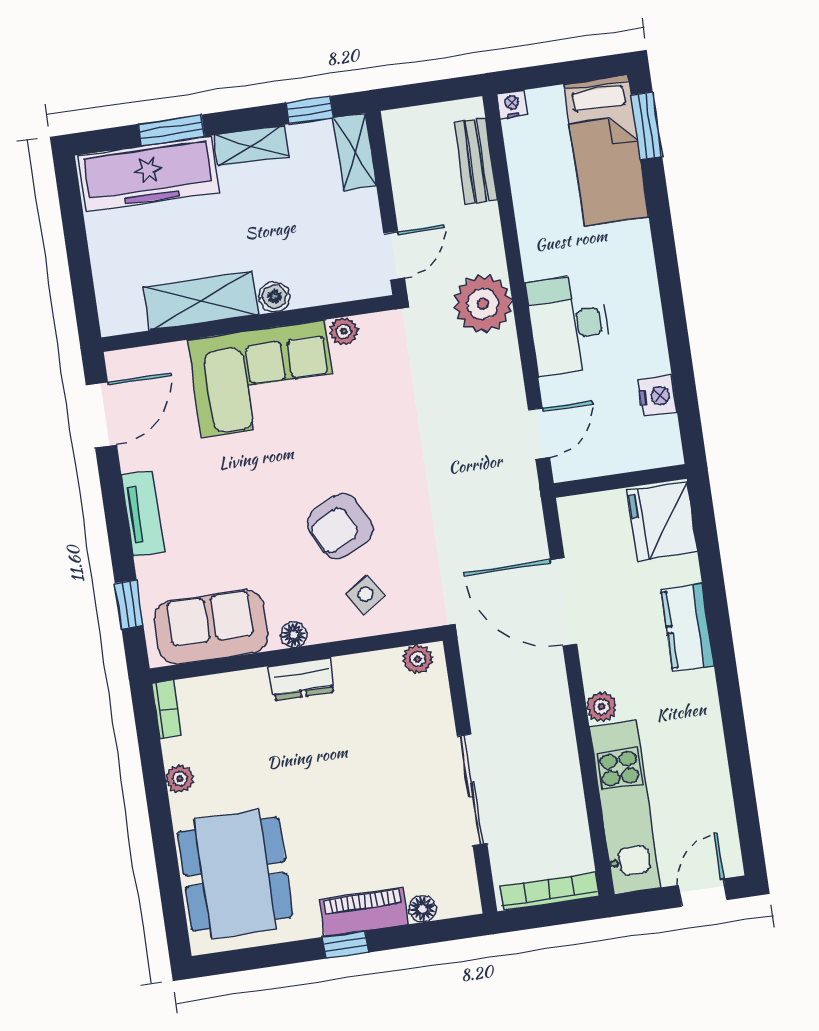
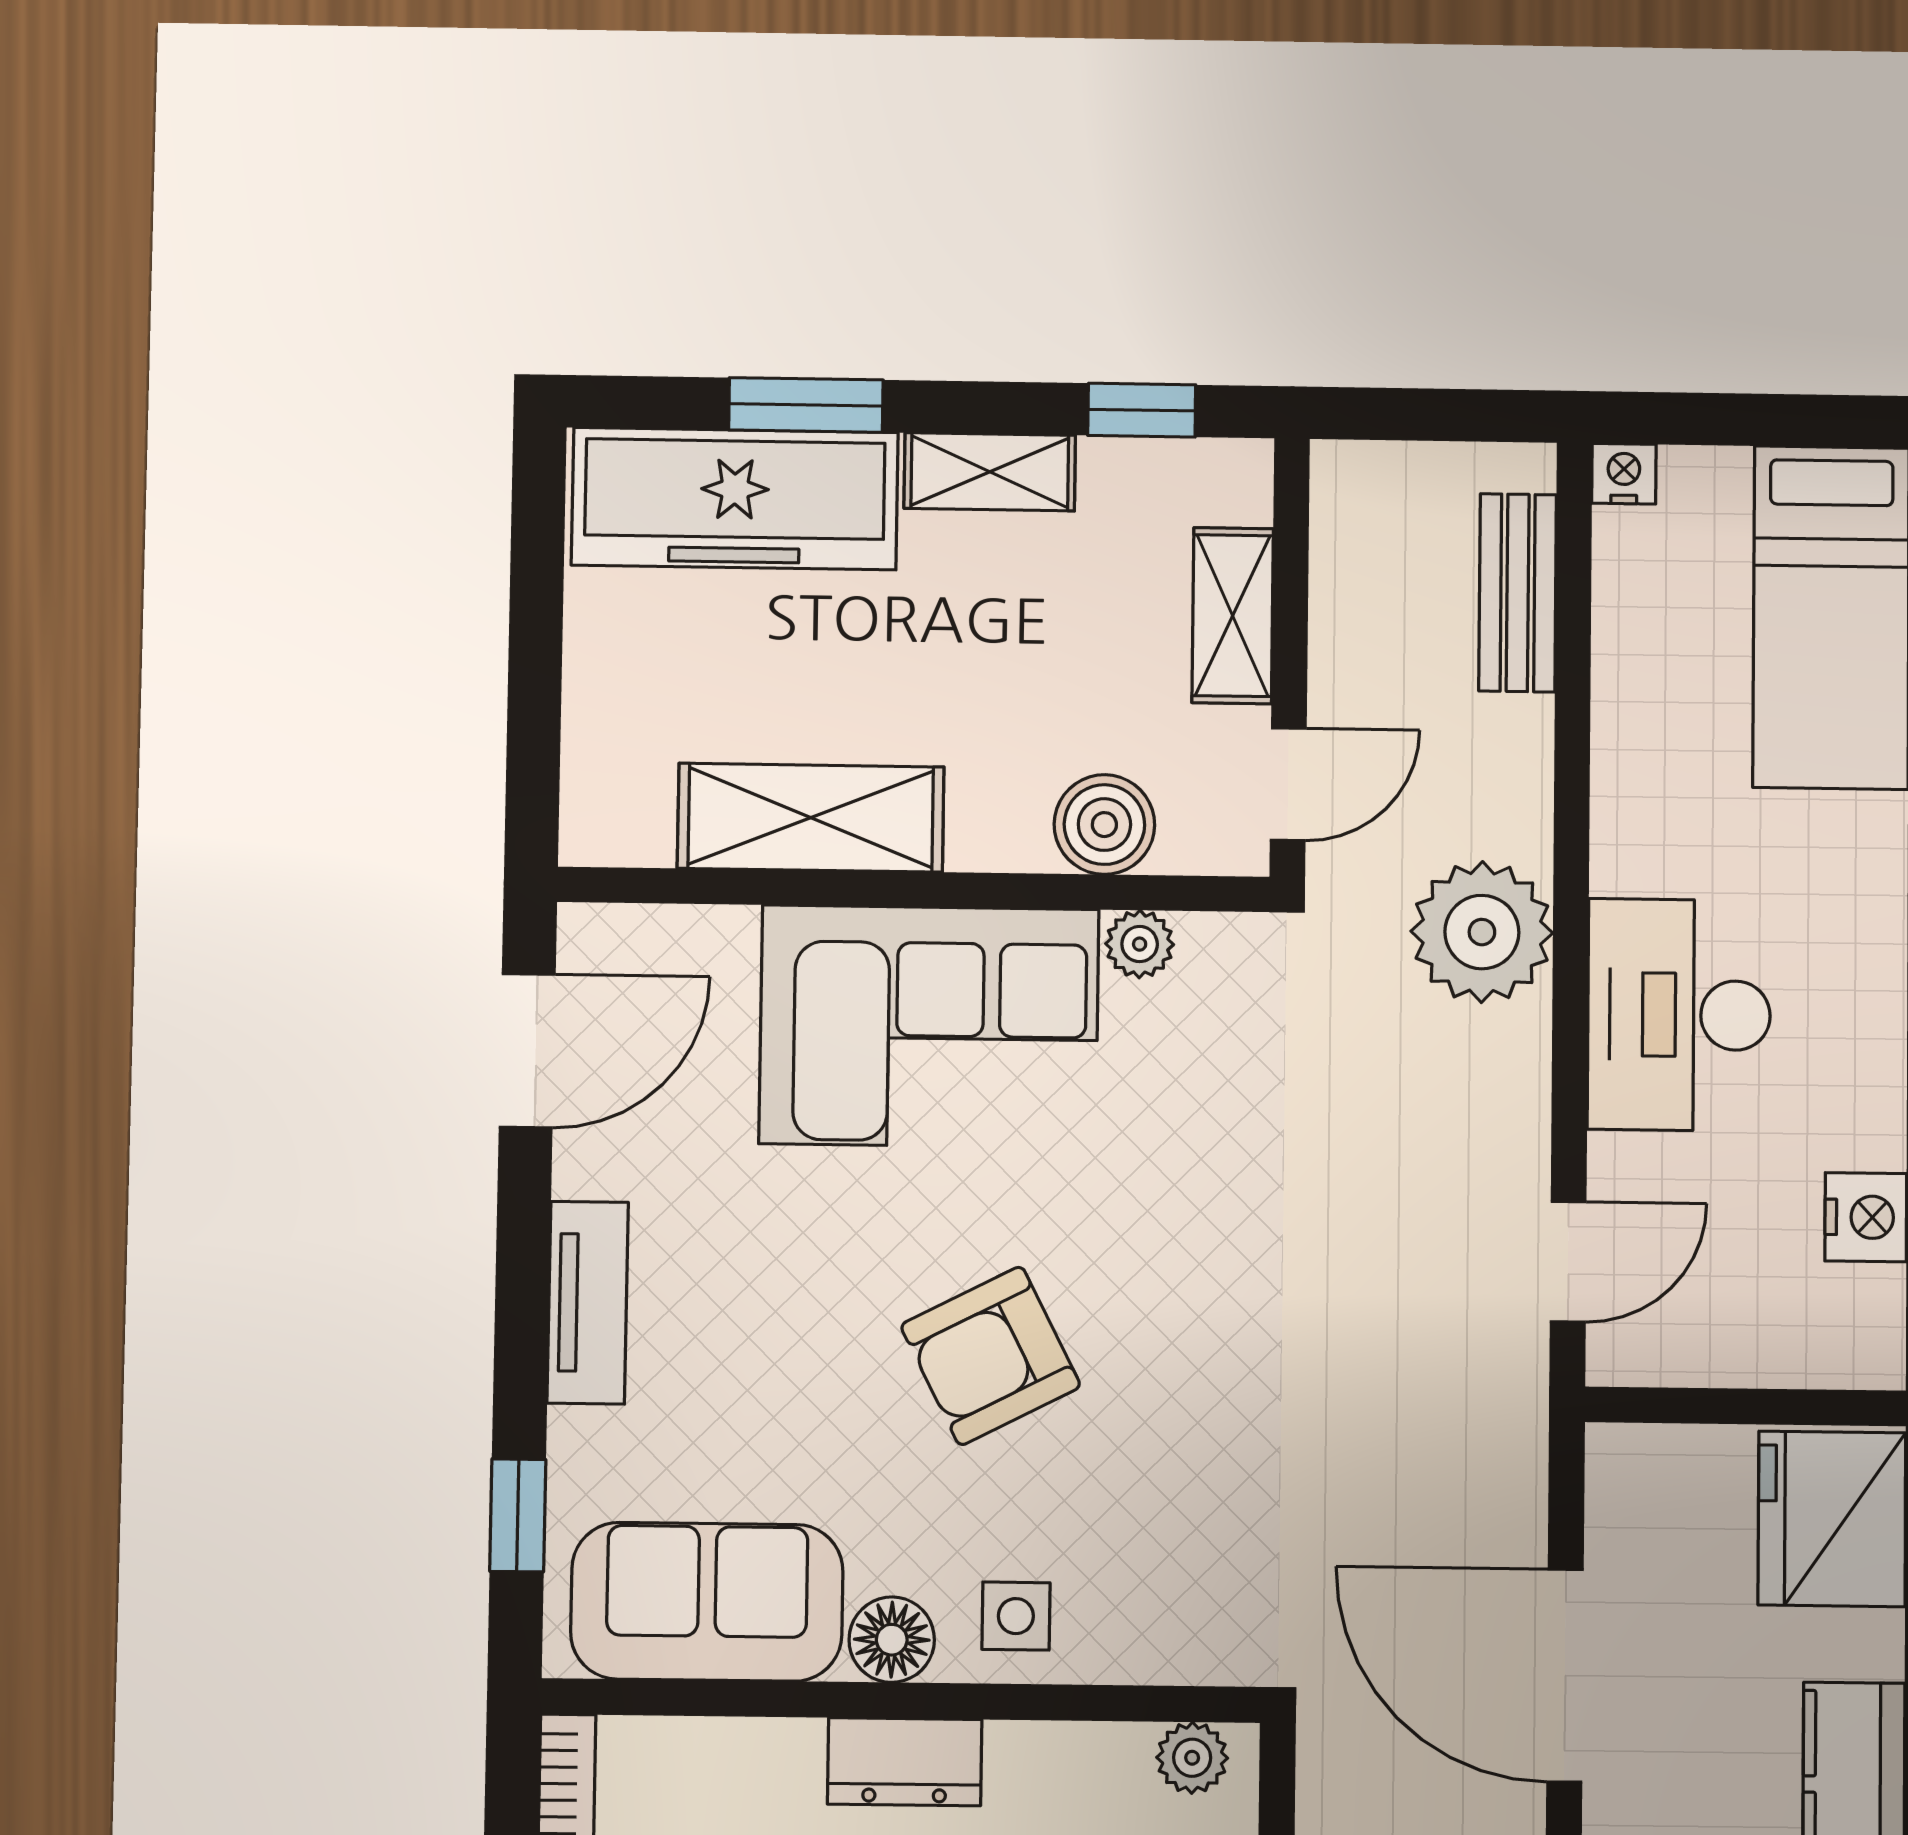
shelving: (355, 152) -> (1233, 616), moved
boiler: (274, 297) -> (1104, 825), moved, width x1.36, depth x1.36
armchair: (340, 526) -> (991, 1356), moved
side table: (366, 594) -> (1016, 1616), moved, turned 34
floor lamp: (294, 635) -> (892, 1640), width x1.37, depth x1.37

